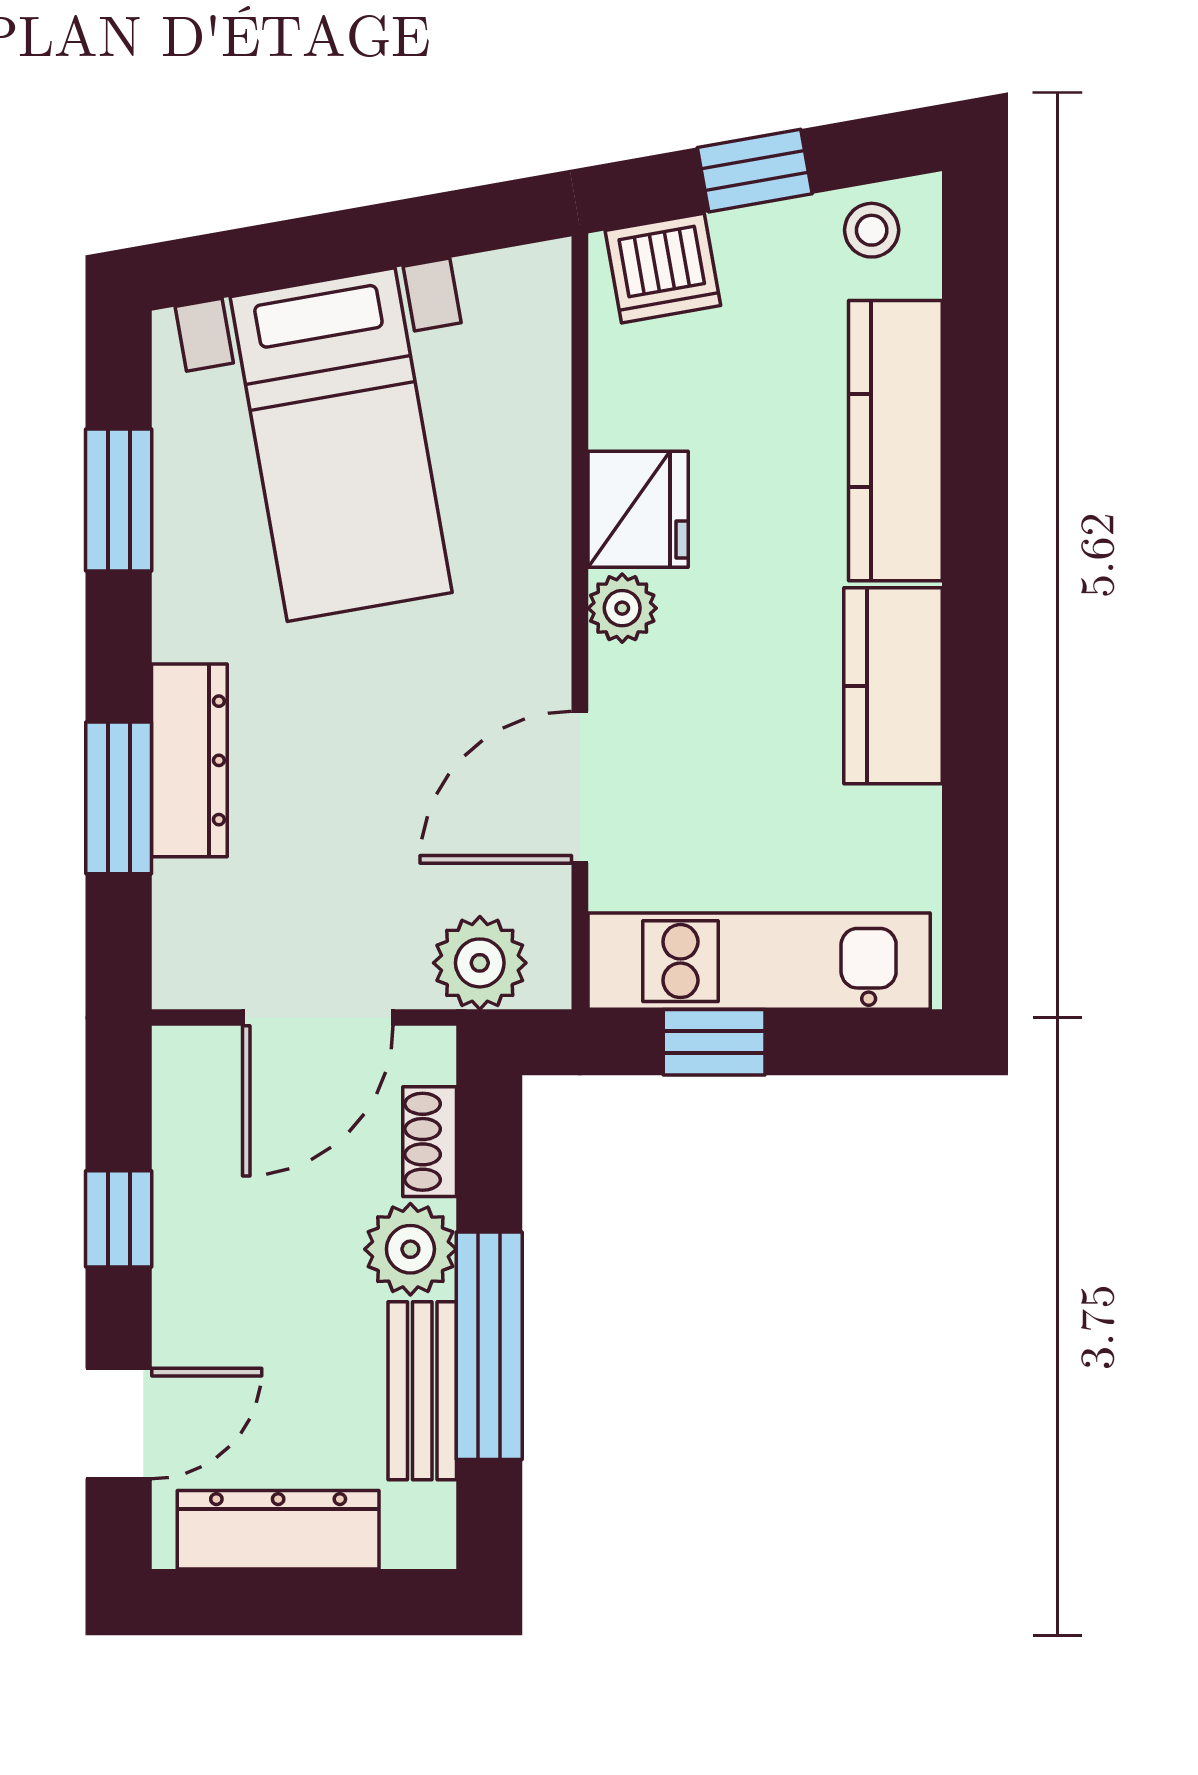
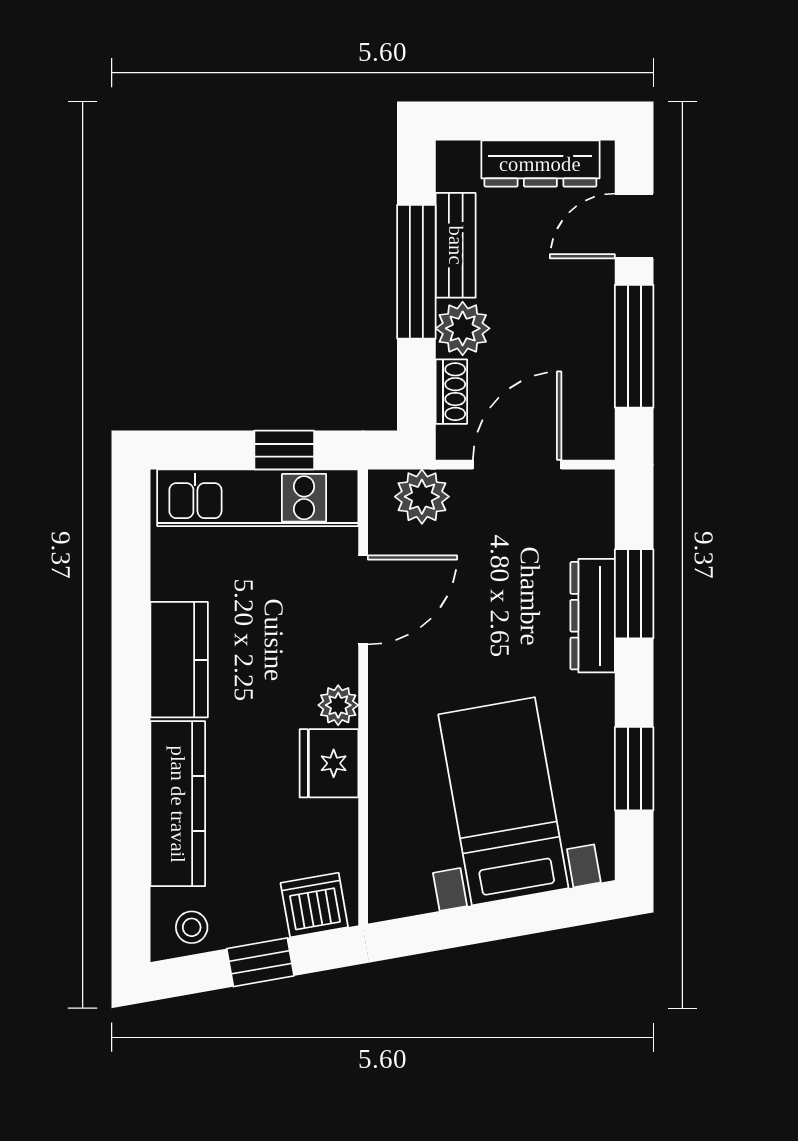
window: (119, 1219) -> (634, 346), width x2.17

